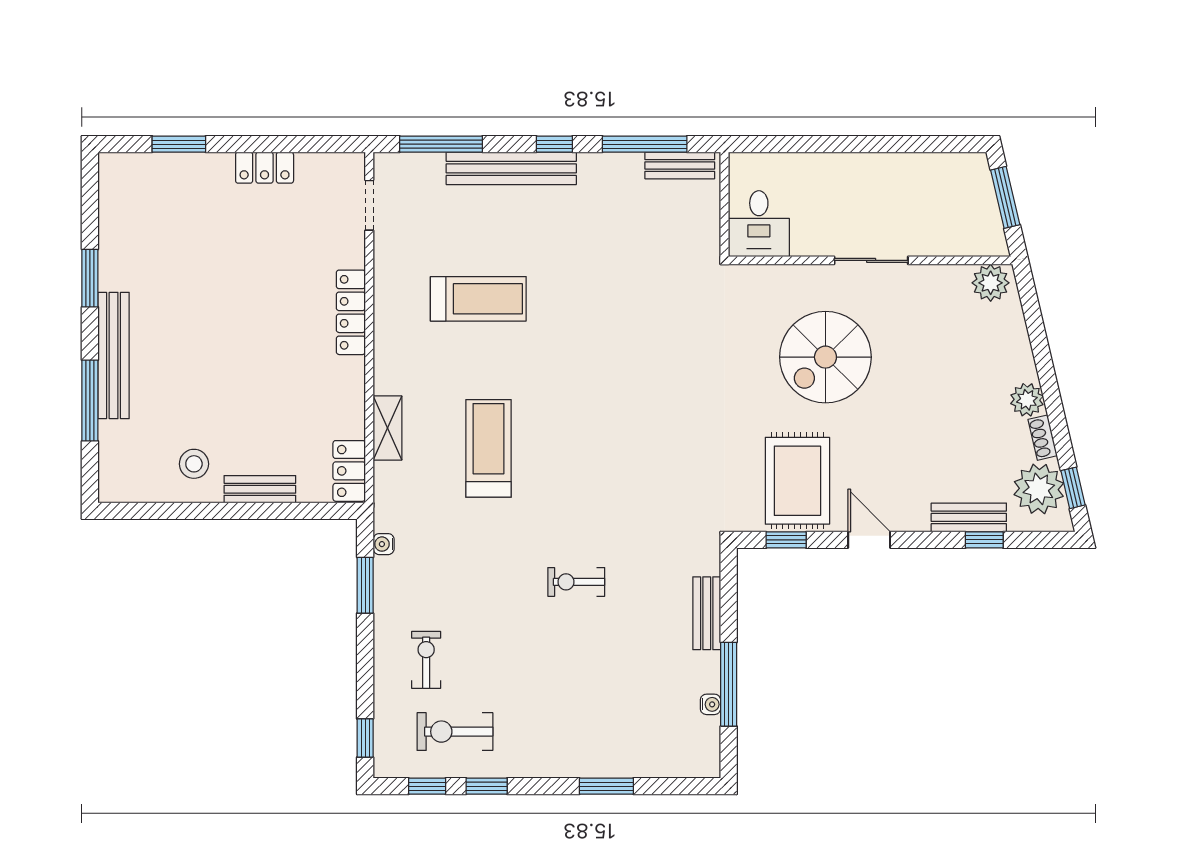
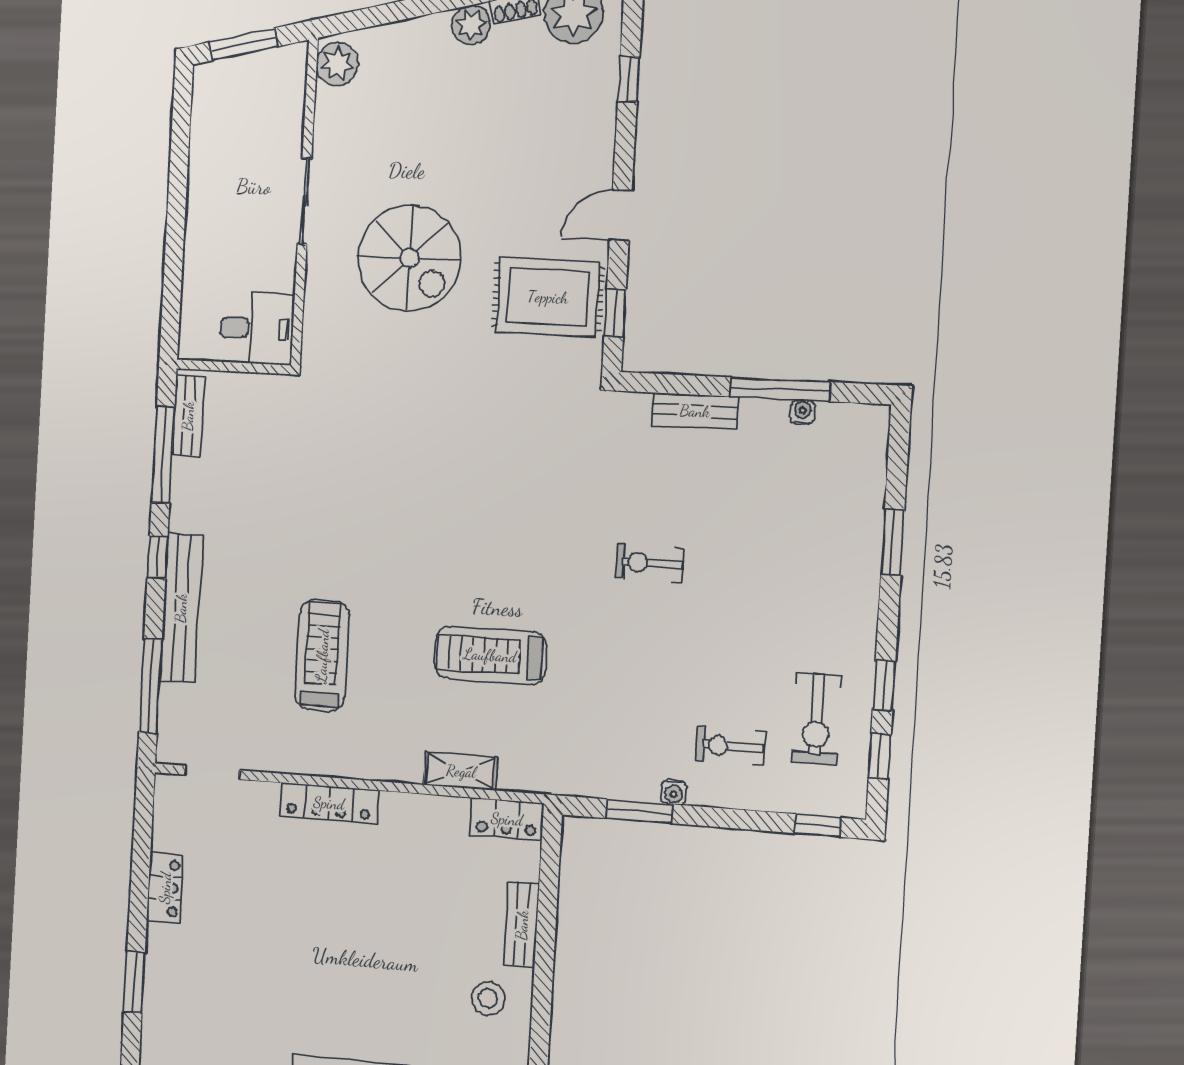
bench: (969, 517) -> (602, 97), removed
water cooler: (384, 544) -> (674, 792), moved
exercise bike: (576, 582) -> (649, 563), turned 90

